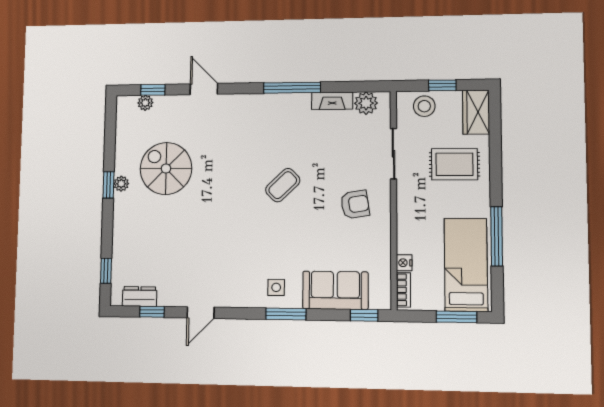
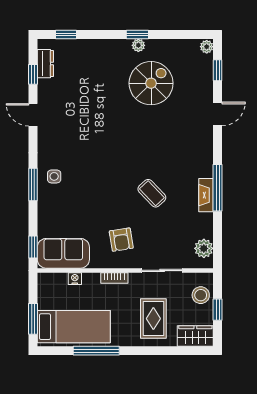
fireplace: (332, 101) -> (206, 195), moved
plant: (145, 103) -> (207, 47), moved
coffee table: (283, 185) -> (152, 193), moved
sofa: (335, 290) -> (63, 253), moved, turned -90
bookcase: (403, 290) -> (114, 278), moved

